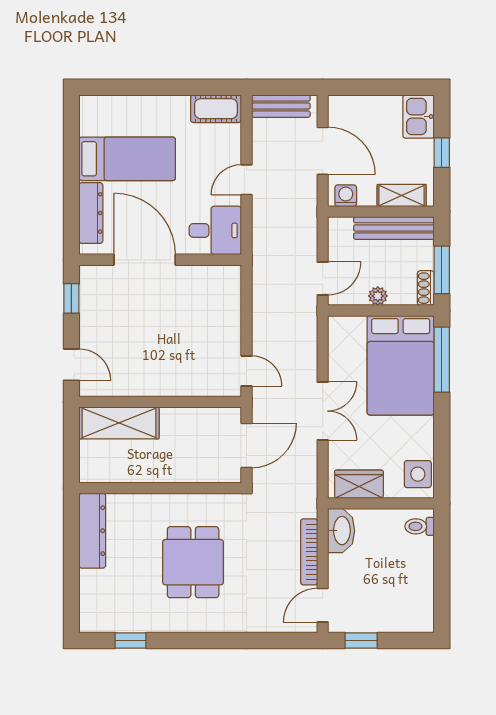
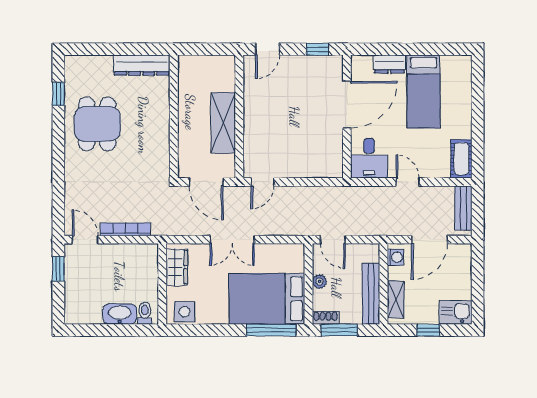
dresser: (91, 213) -> (389, 64), width x0.70
shelving: (119, 423) -> (223, 123), moved
washbasin: (341, 531) -> (120, 314), moved, turned 180
dining table: (193, 562) -> (97, 124), moved, turned 90

